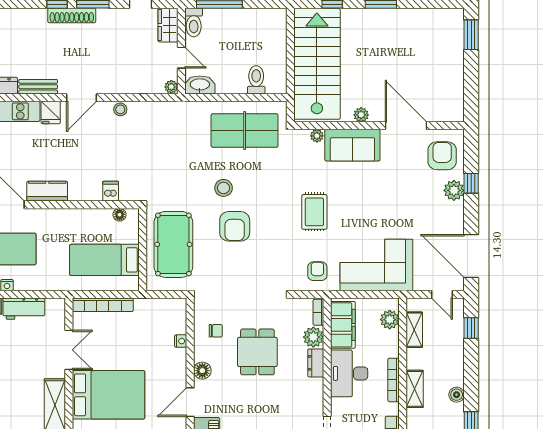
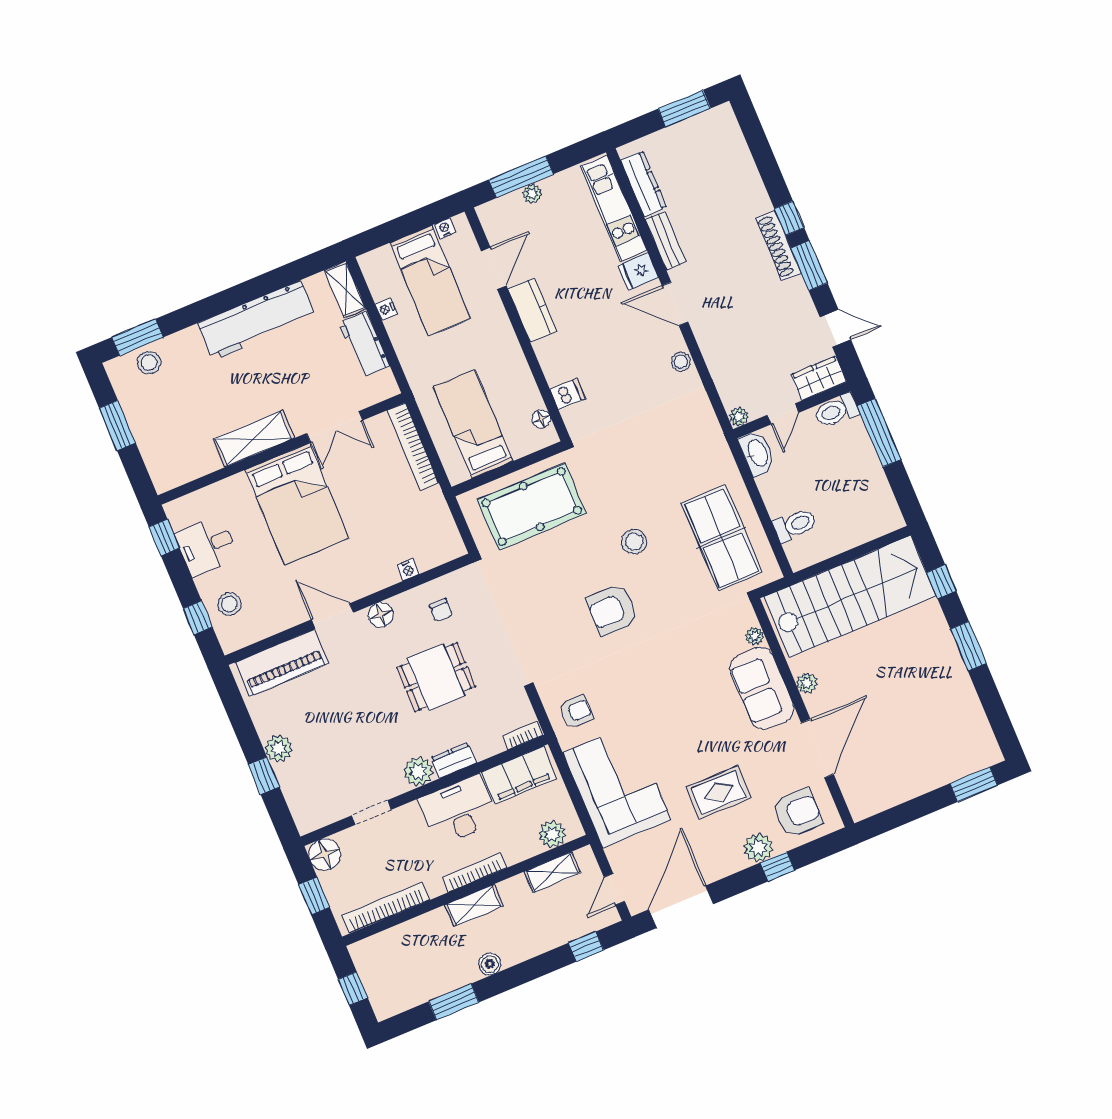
rug: (314, 212) -> (719, 792), moved
armchair: (235, 226) -> (612, 610), moved
plant: (313, 337) -> (418, 771), moved

